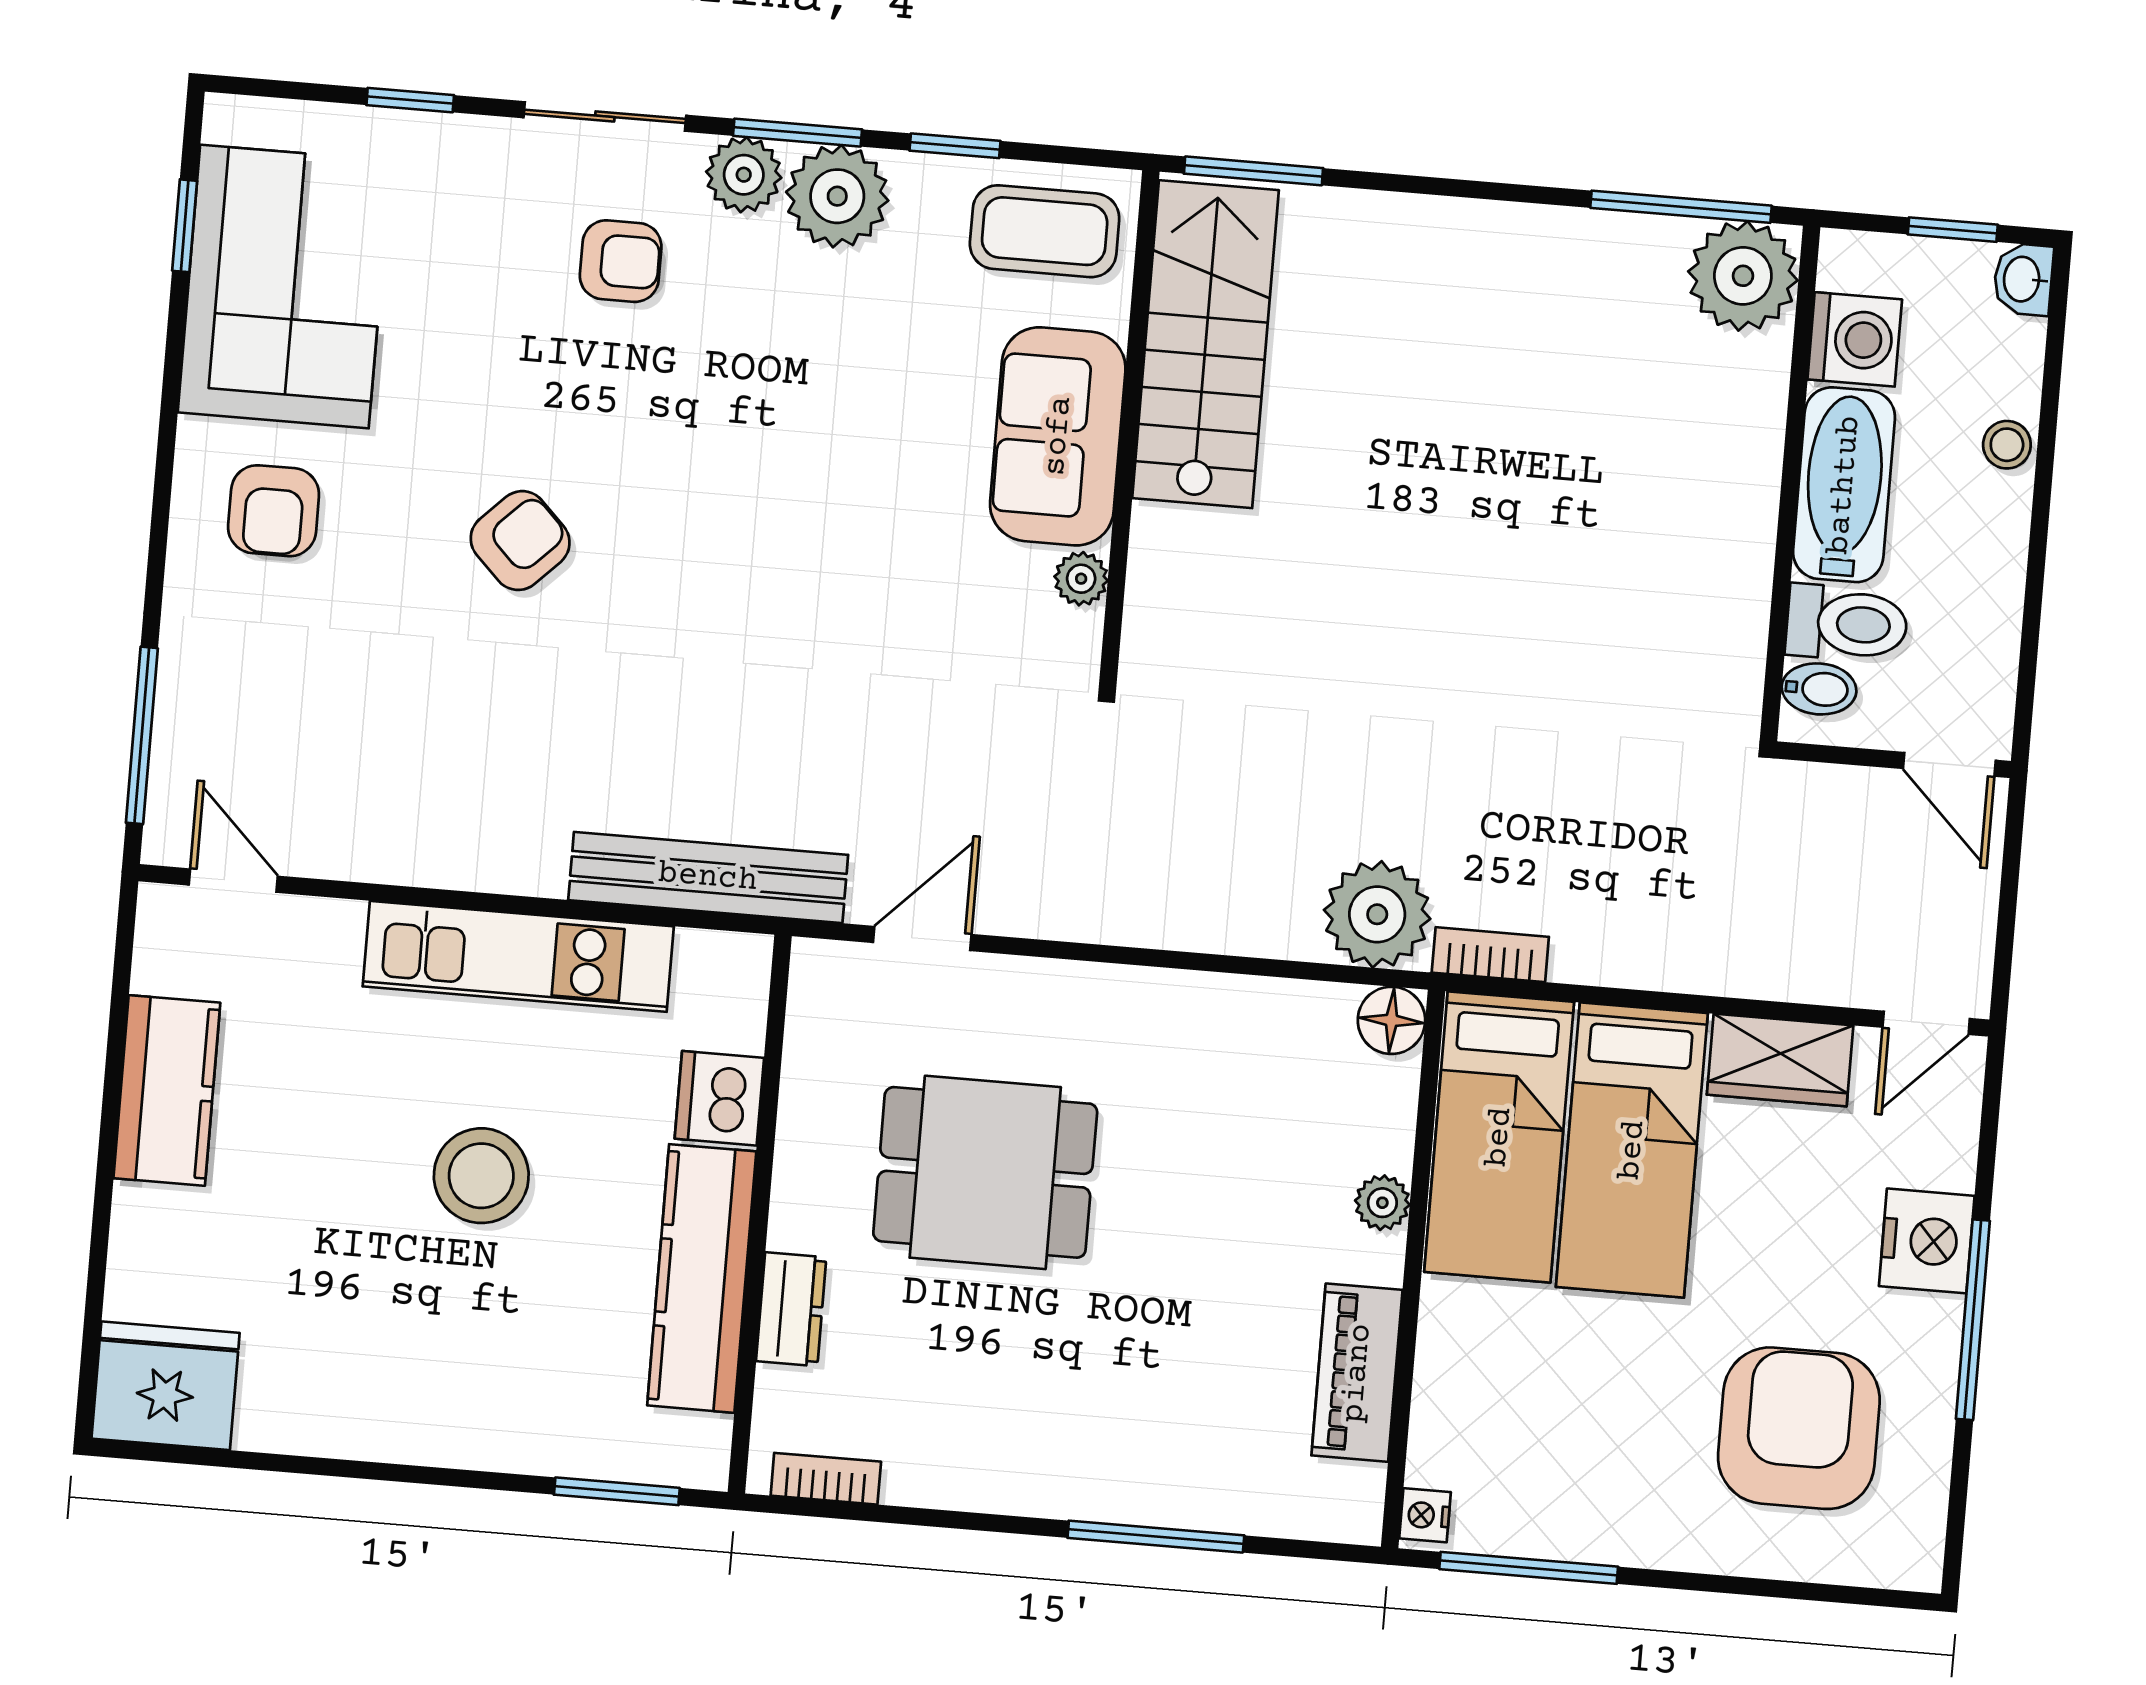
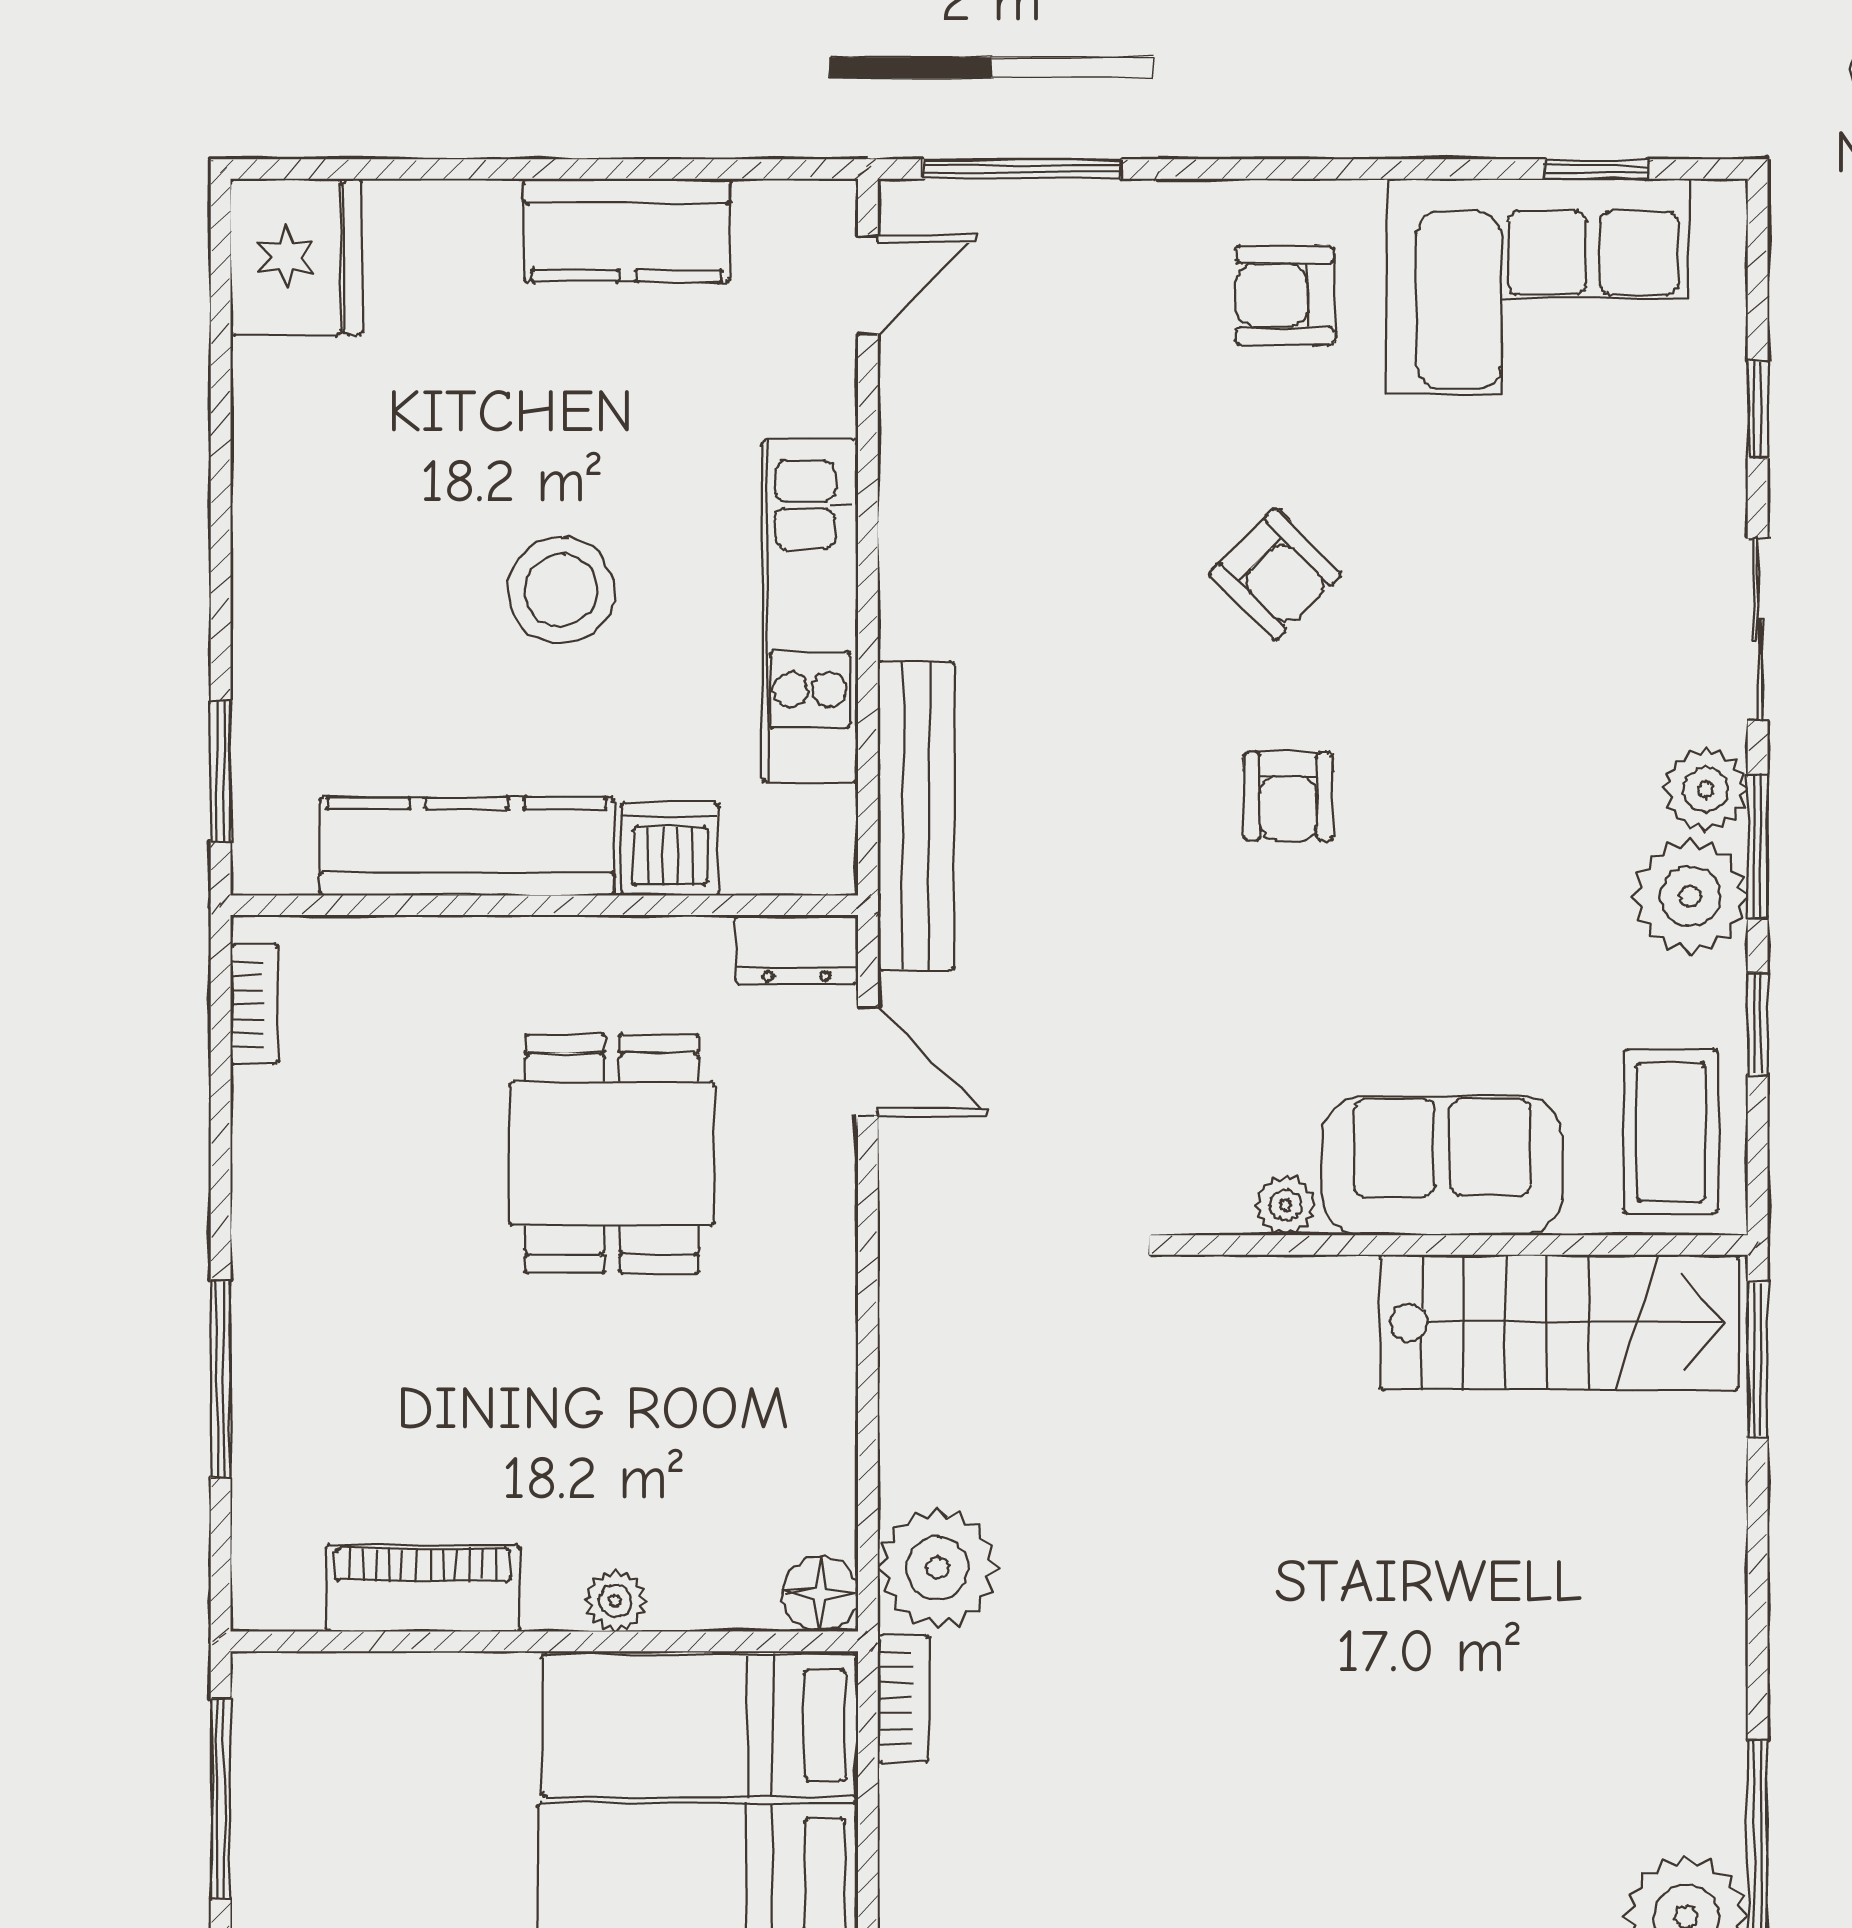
armchair: (621, 261) -> (1288, 796), moved
dresser: (791, 1309) -> (797, 949), moved
nightstand: (1425, 1515) -> (270, 1678), removed

